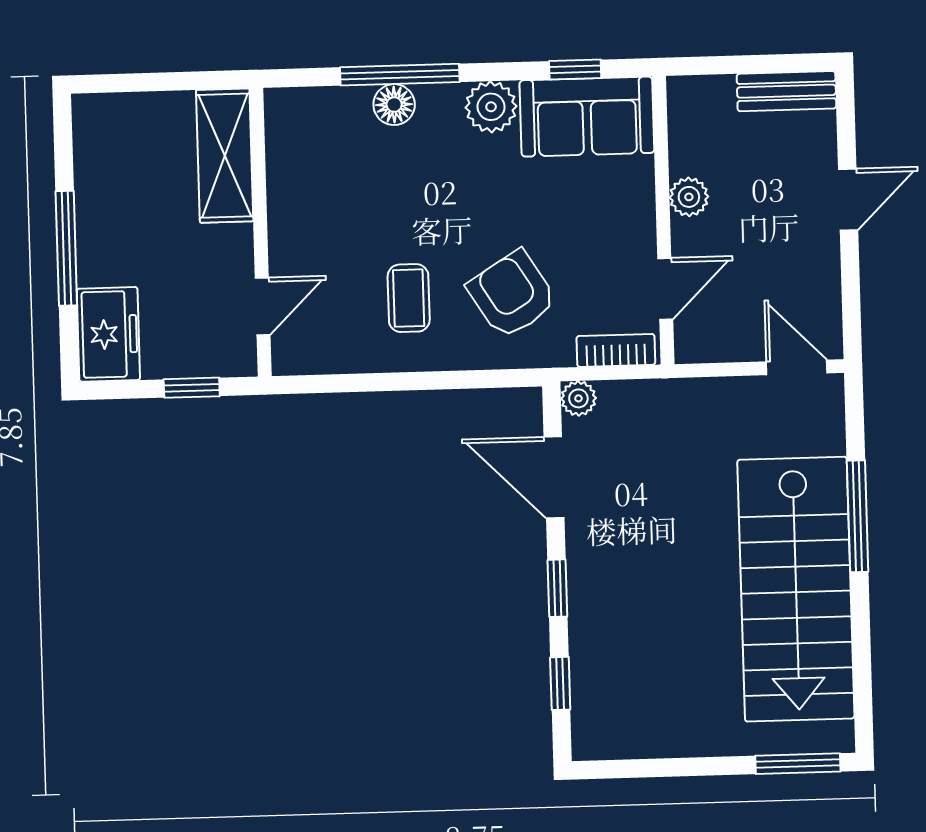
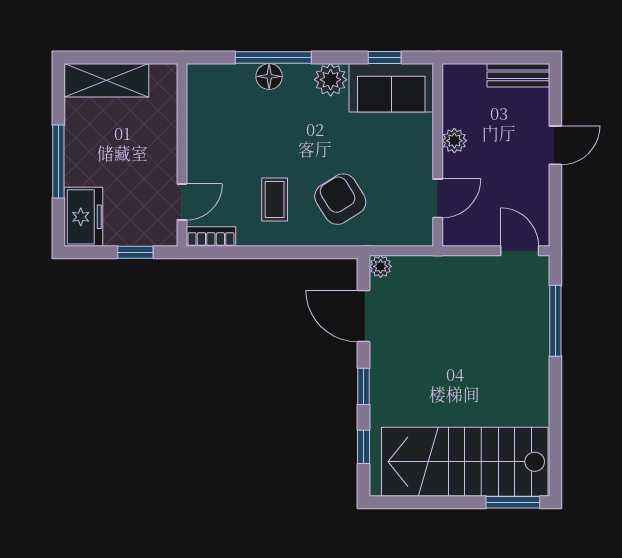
shelving: (225, 156) -> (106, 80), moved, turned 90
bookcase: (616, 350) -> (211, 237), moved
window: (858, 516) -> (555, 321), moved
stairs: (796, 589) -> (465, 462), moved, turned 90

